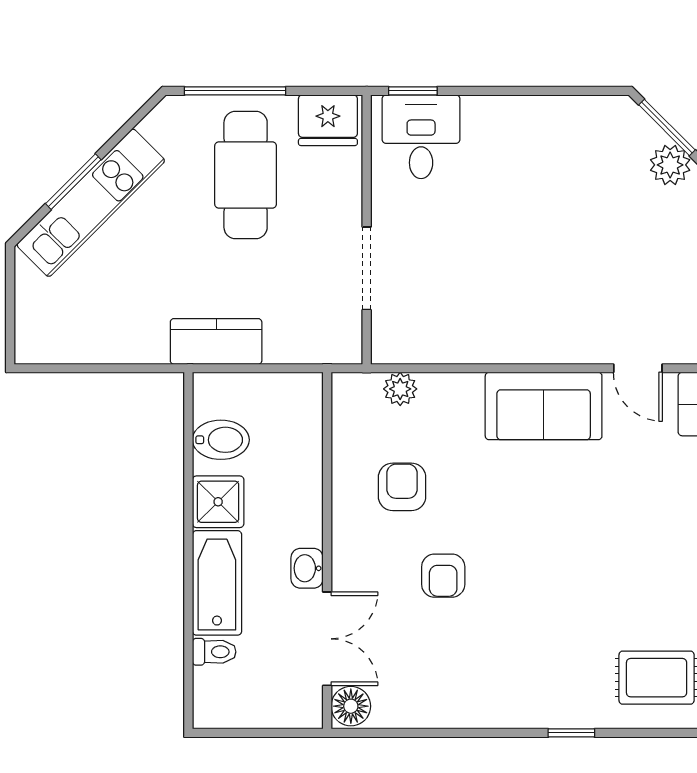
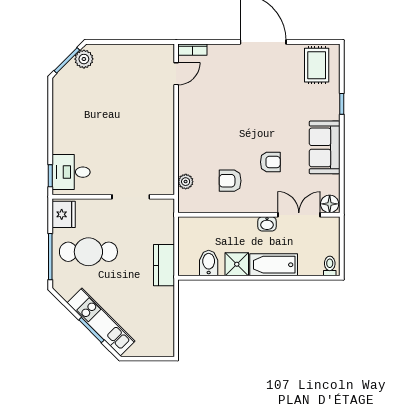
sofa: (544, 406) -> (325, 147), moved, turned 180
toilet: (214, 652) -> (330, 266), moved

